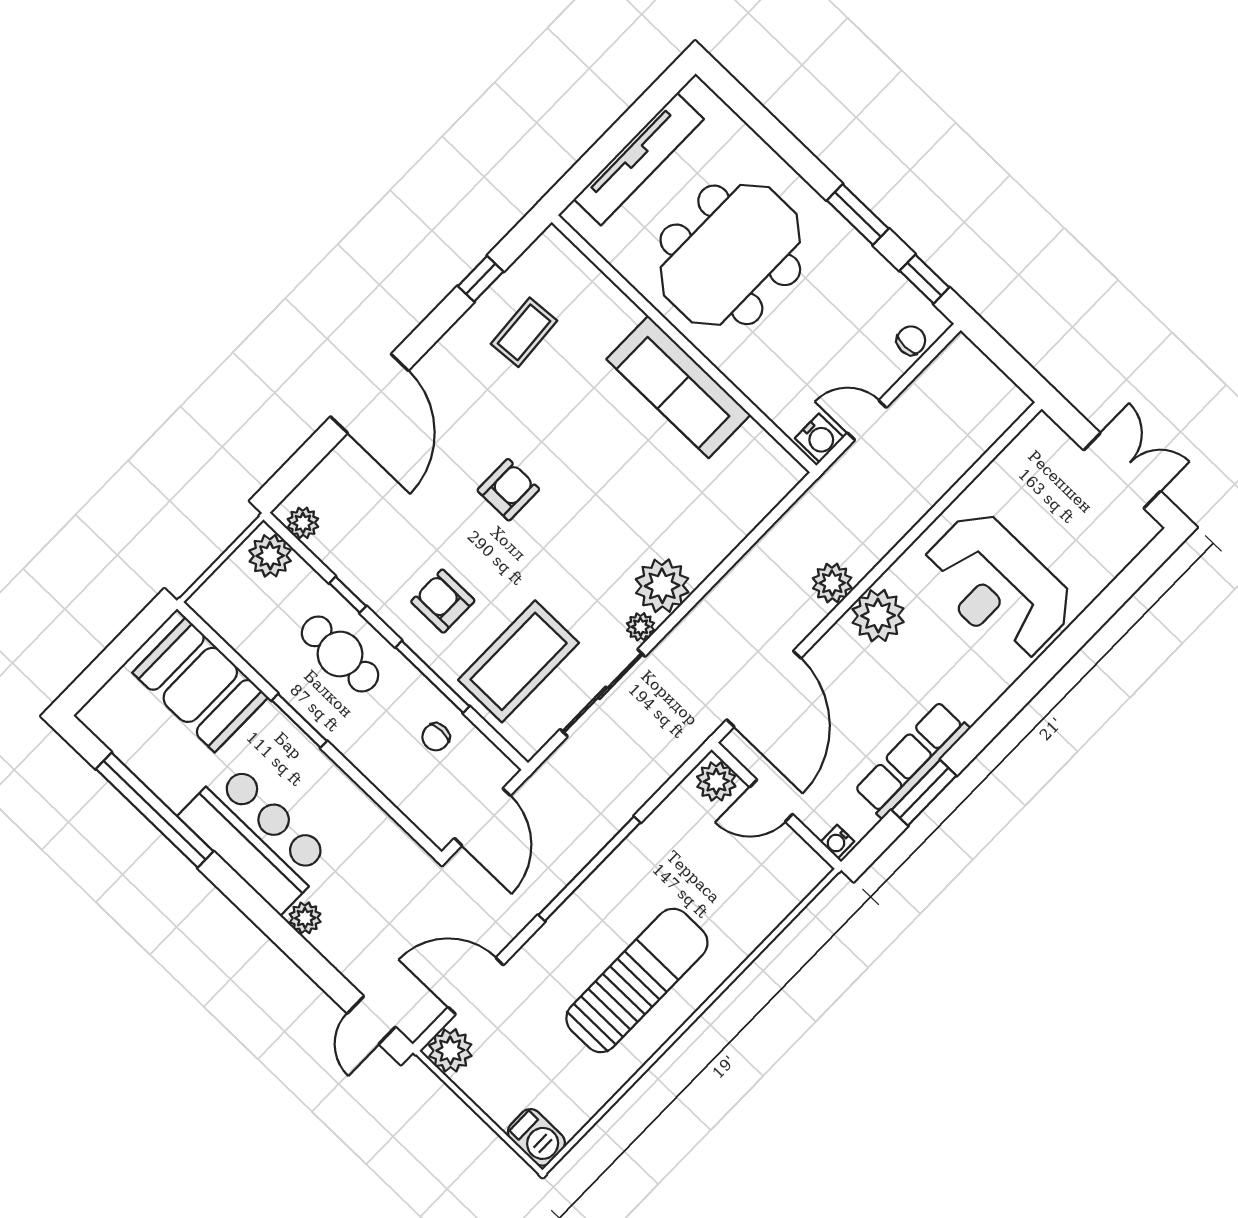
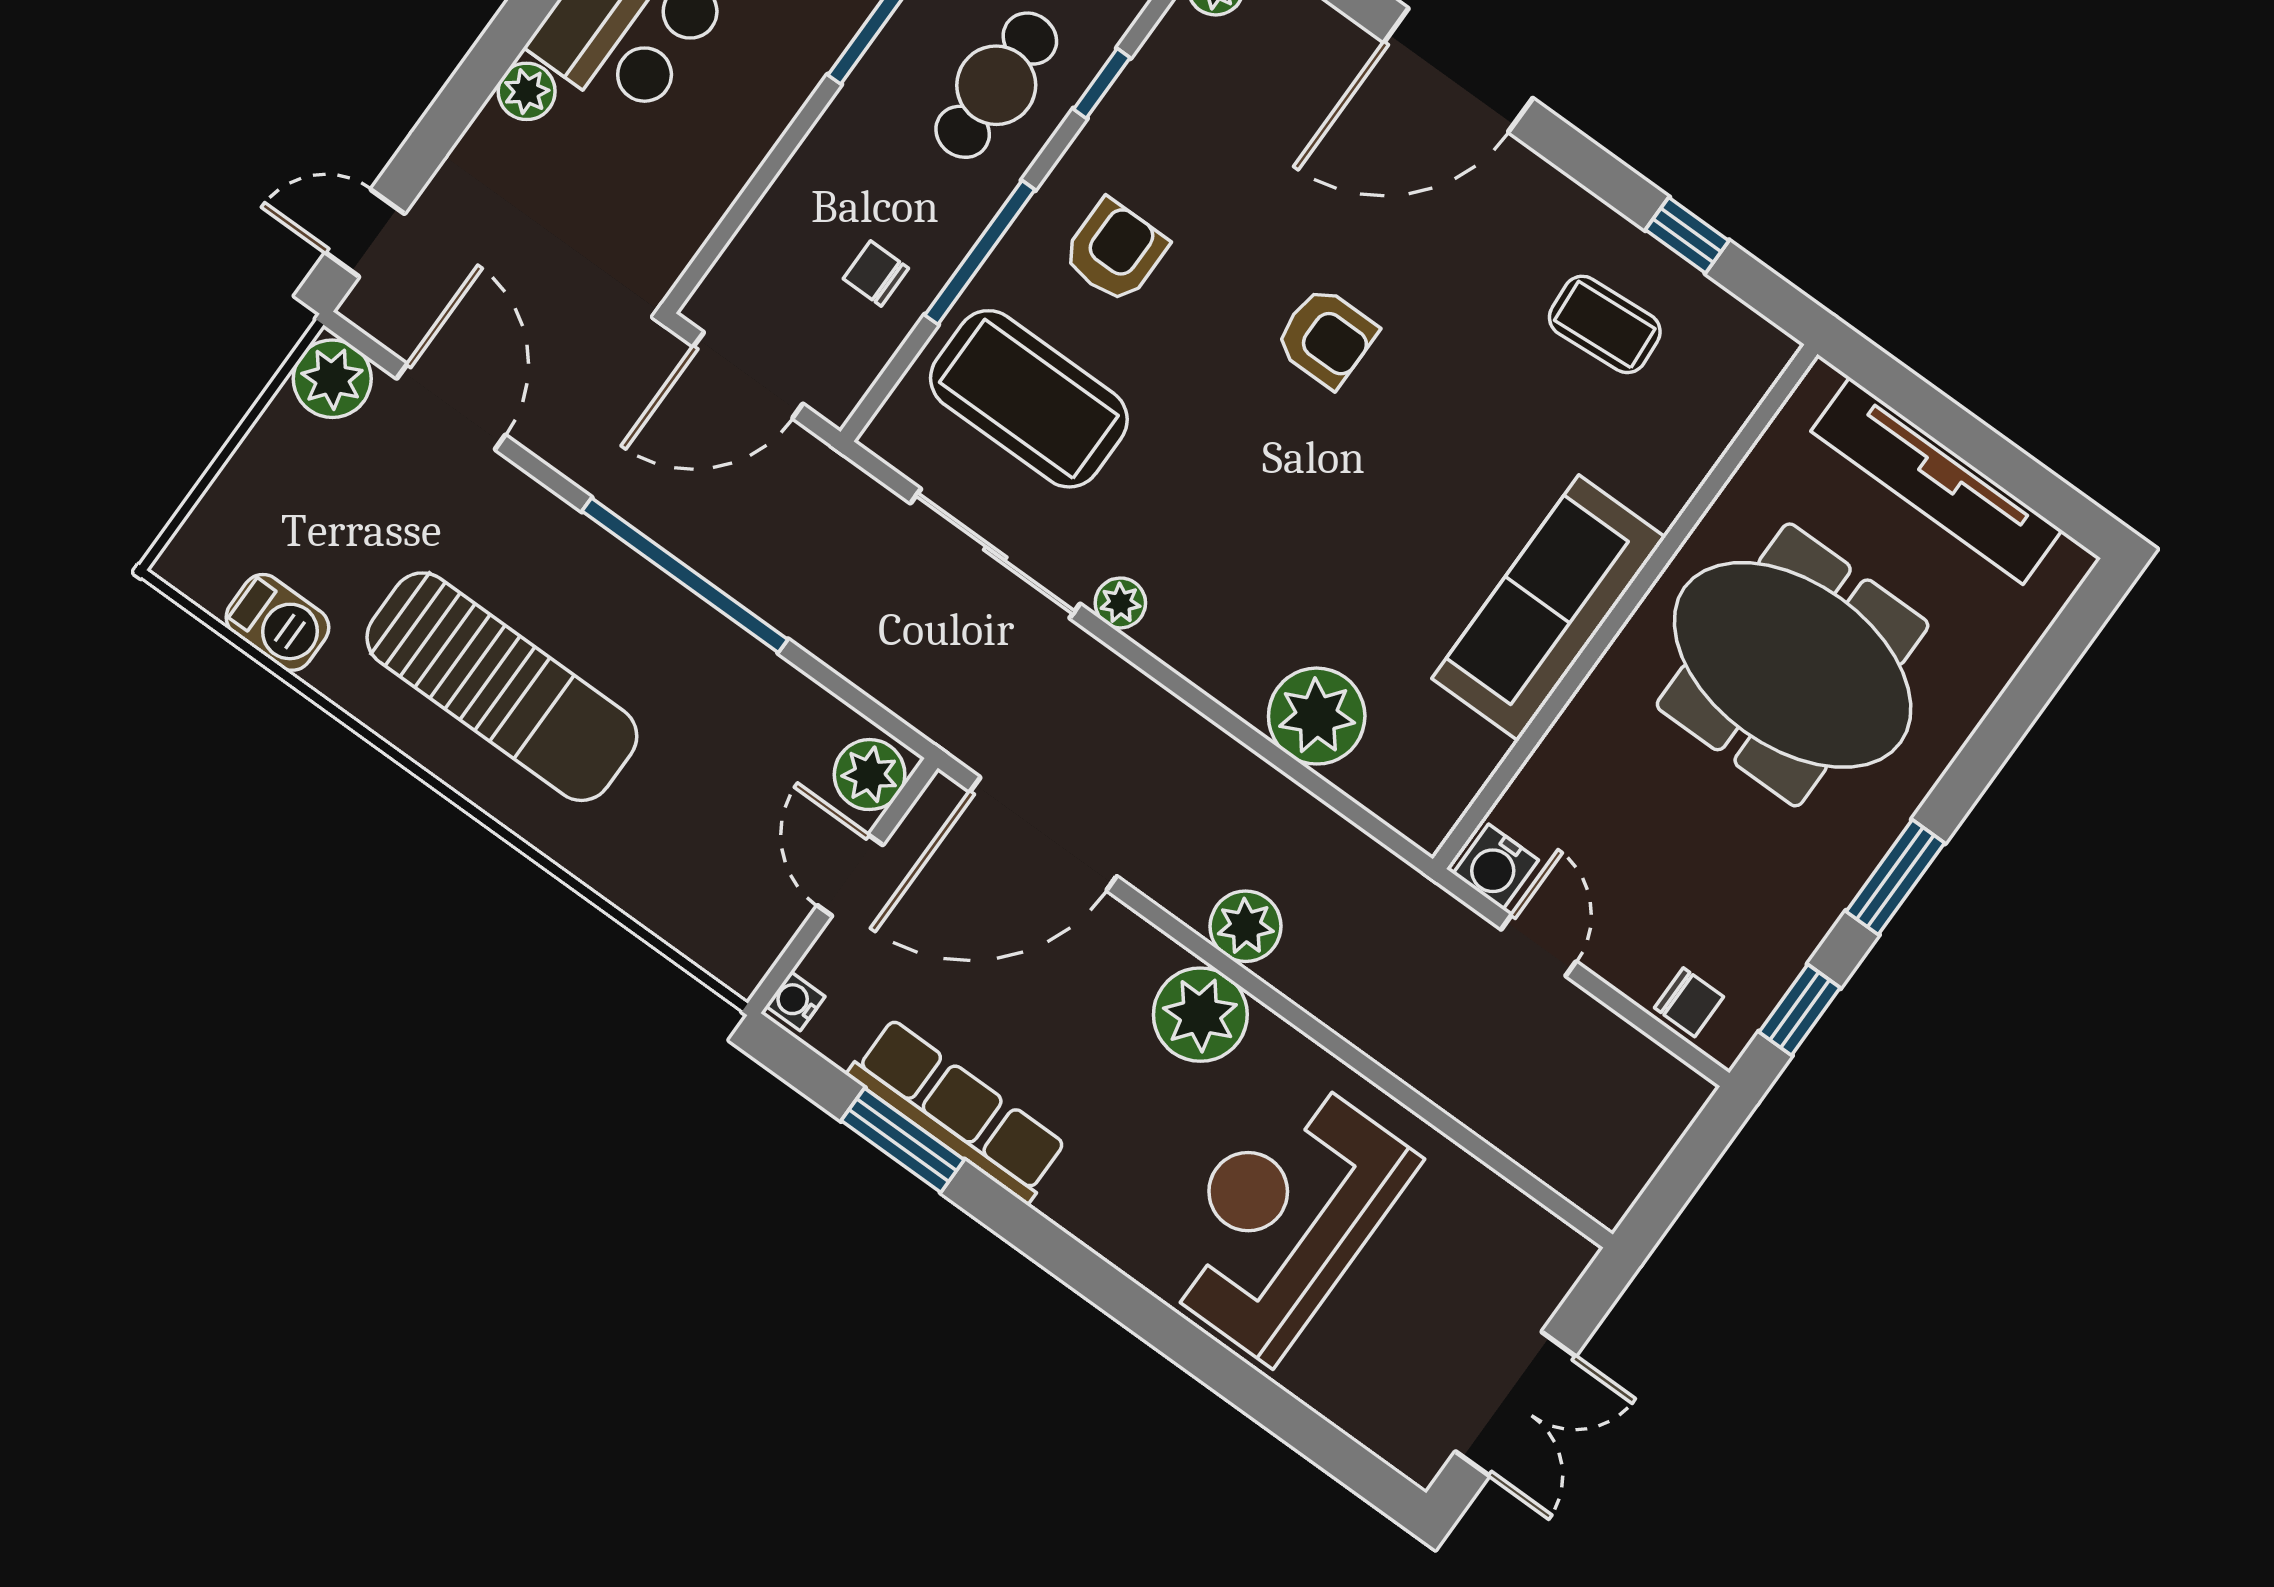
plant: (662, 586) -> (1317, 716), moved
barbecue: (536, 1137) -> (277, 622), moved, turned -90

